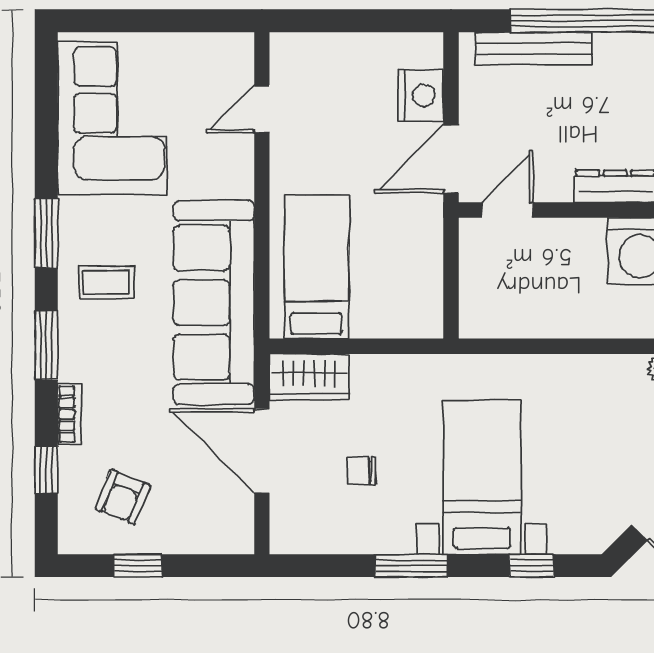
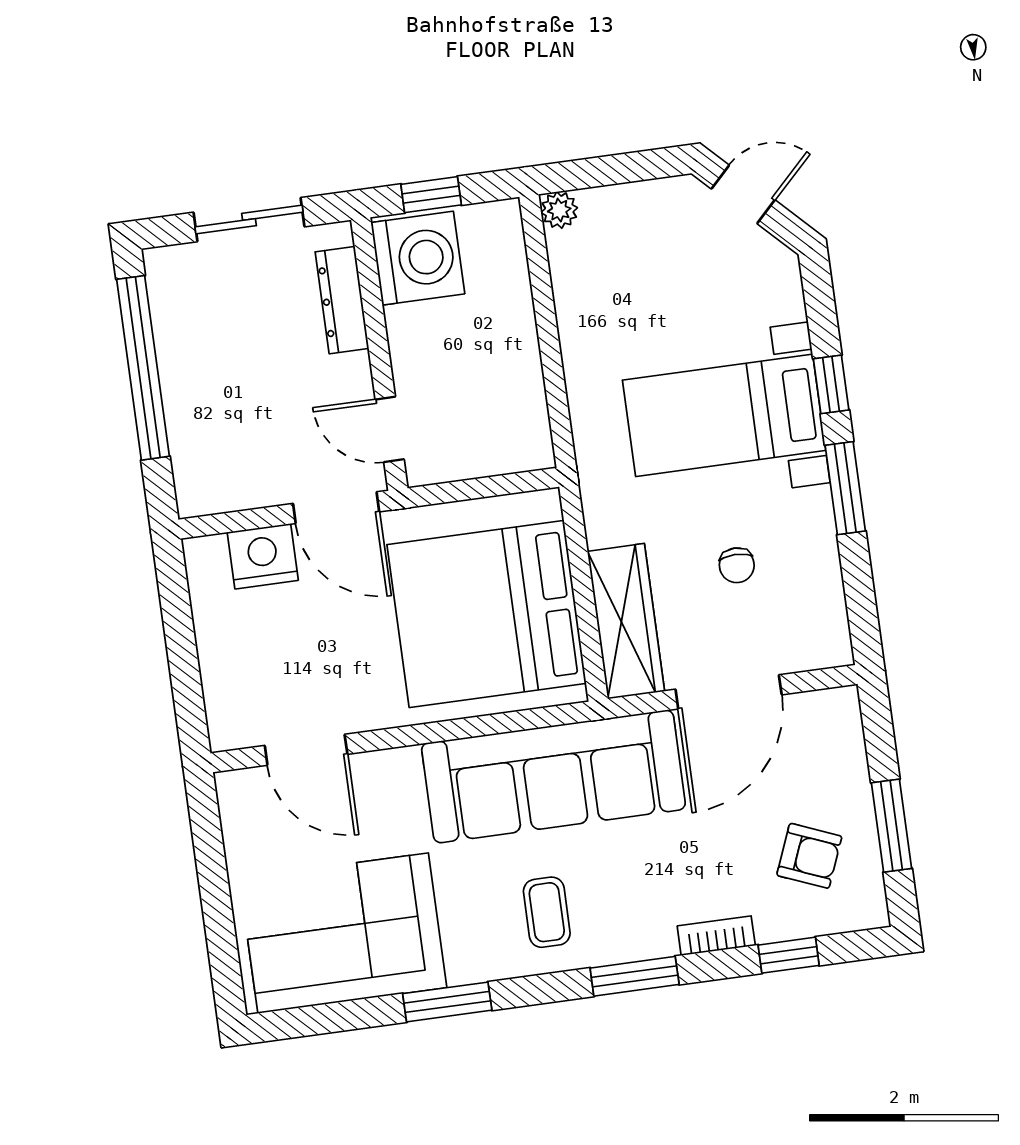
bench: (534, 49) -> (186, 424), removed
door: (262, 109) -> (306, 750), width x1.38
window: (46, 233) -> (447, 1002), moved
bed: (316, 267) -> (487, 614), width x2.04
wardrobe: (309, 377) -> (626, 621), width x1.50
window: (138, 566) -> (892, 826), width x1.50
window: (532, 566) -> (831, 384), moved

